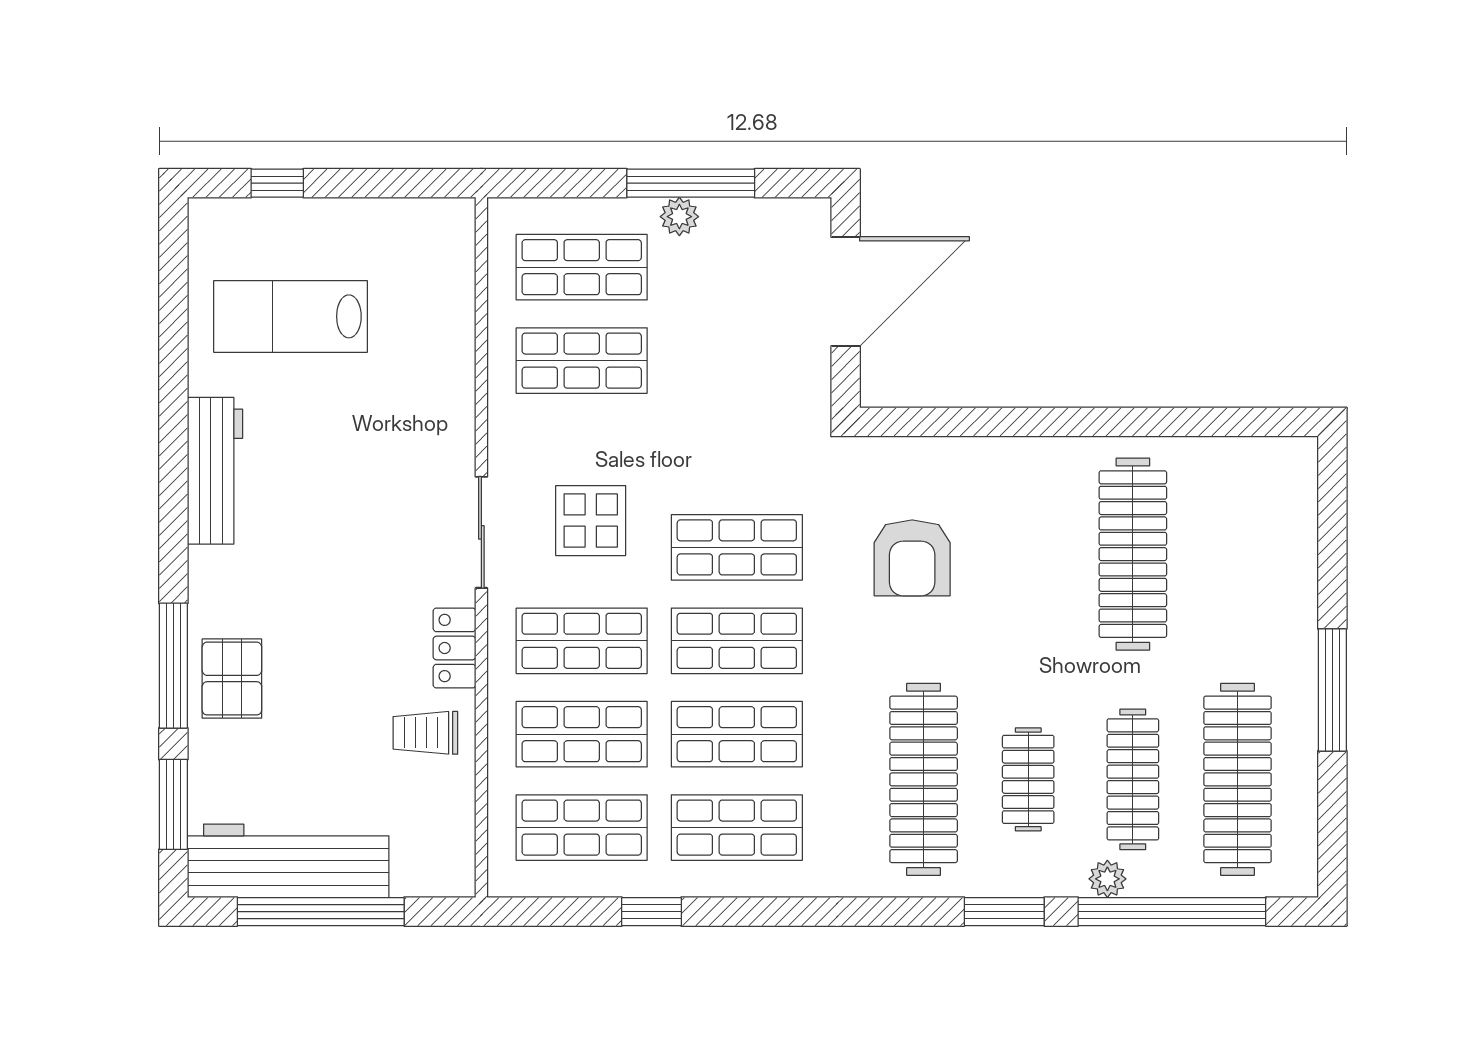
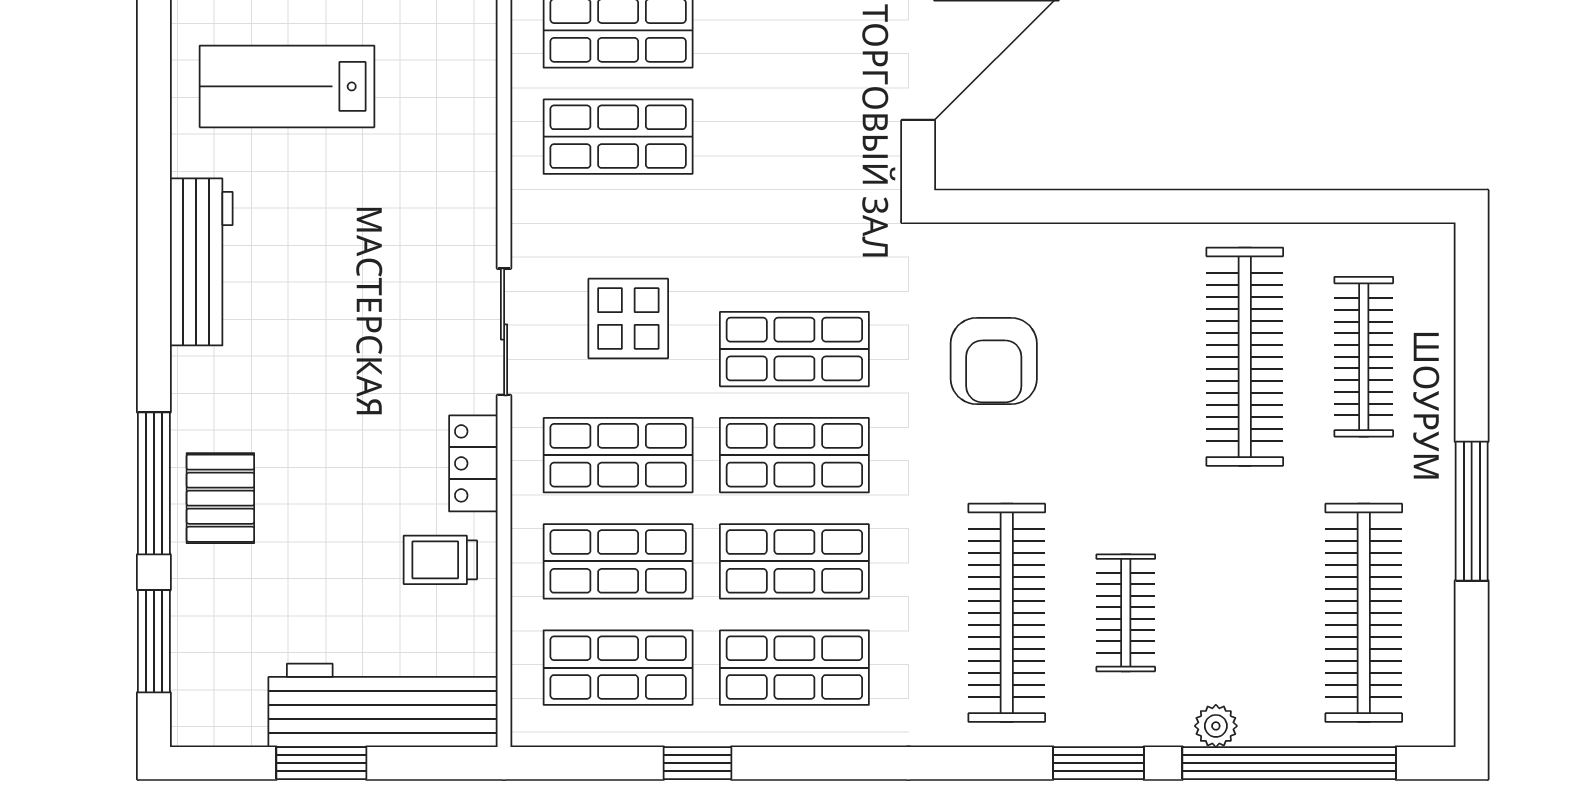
clothes rail: (1133, 779) -> (1364, 357), moved
workbench: (288, 861) -> (383, 705), moved
window: (321, 912) -> (321, 763), width x0.47

